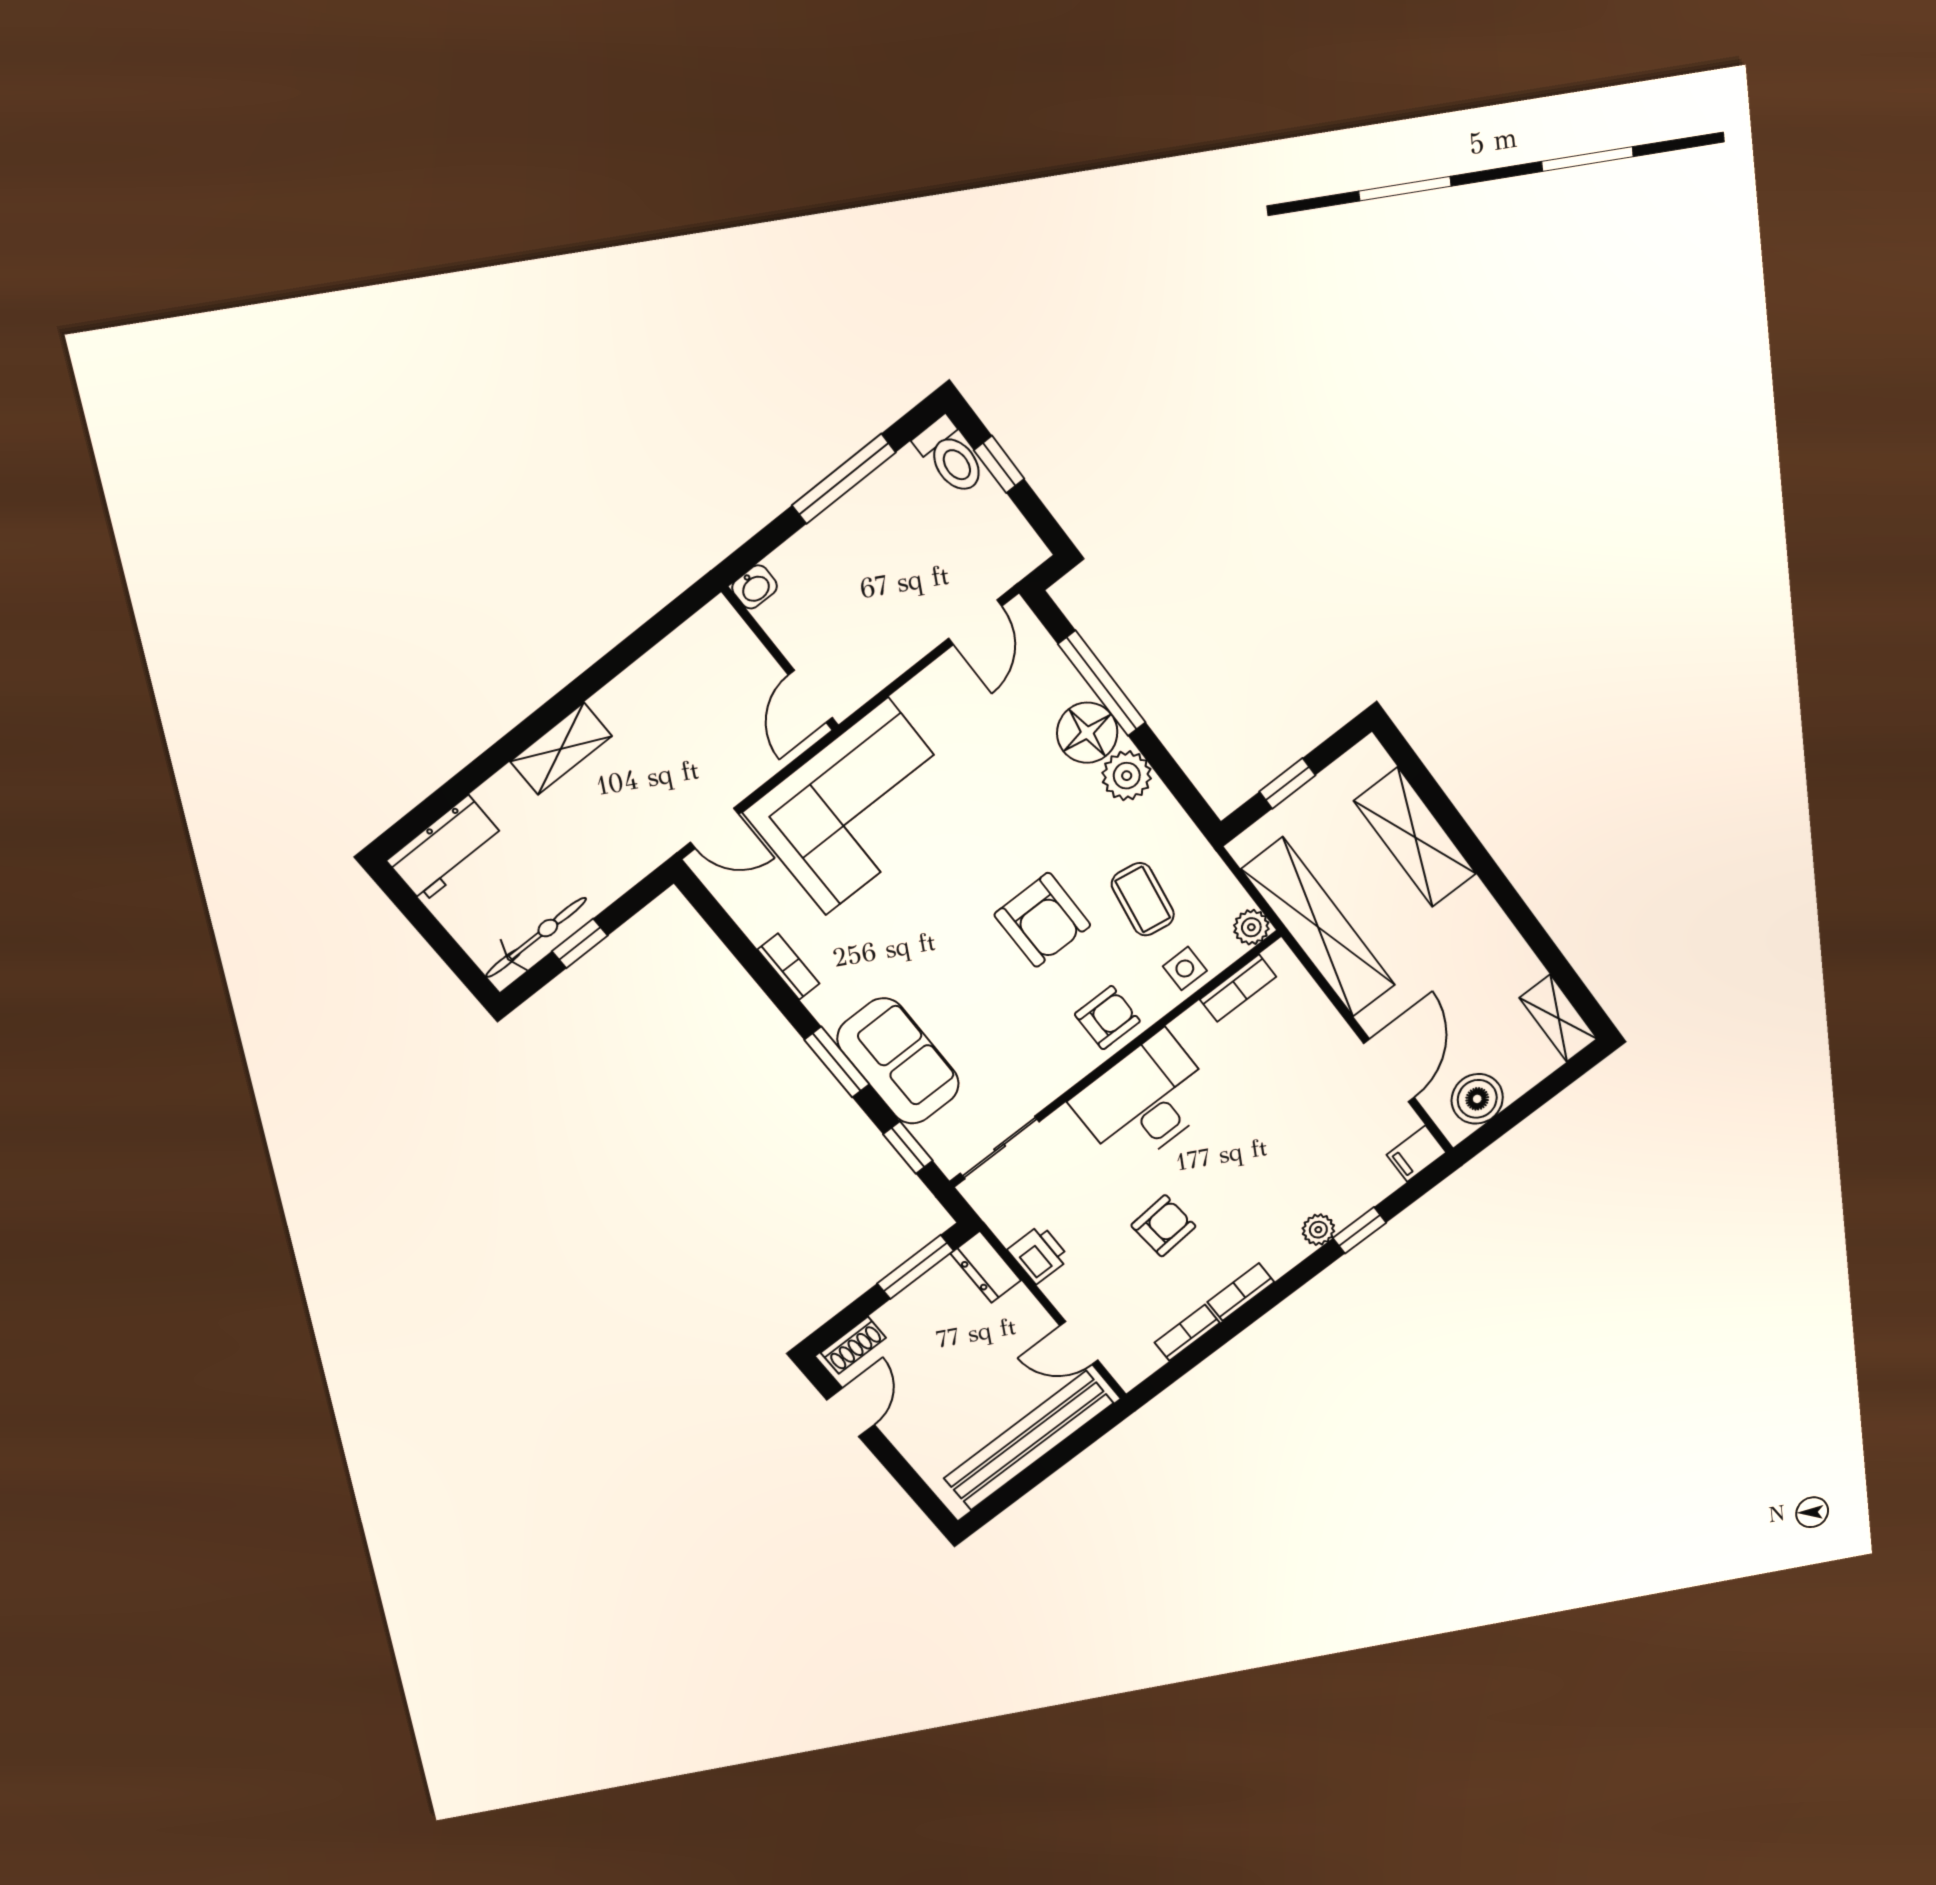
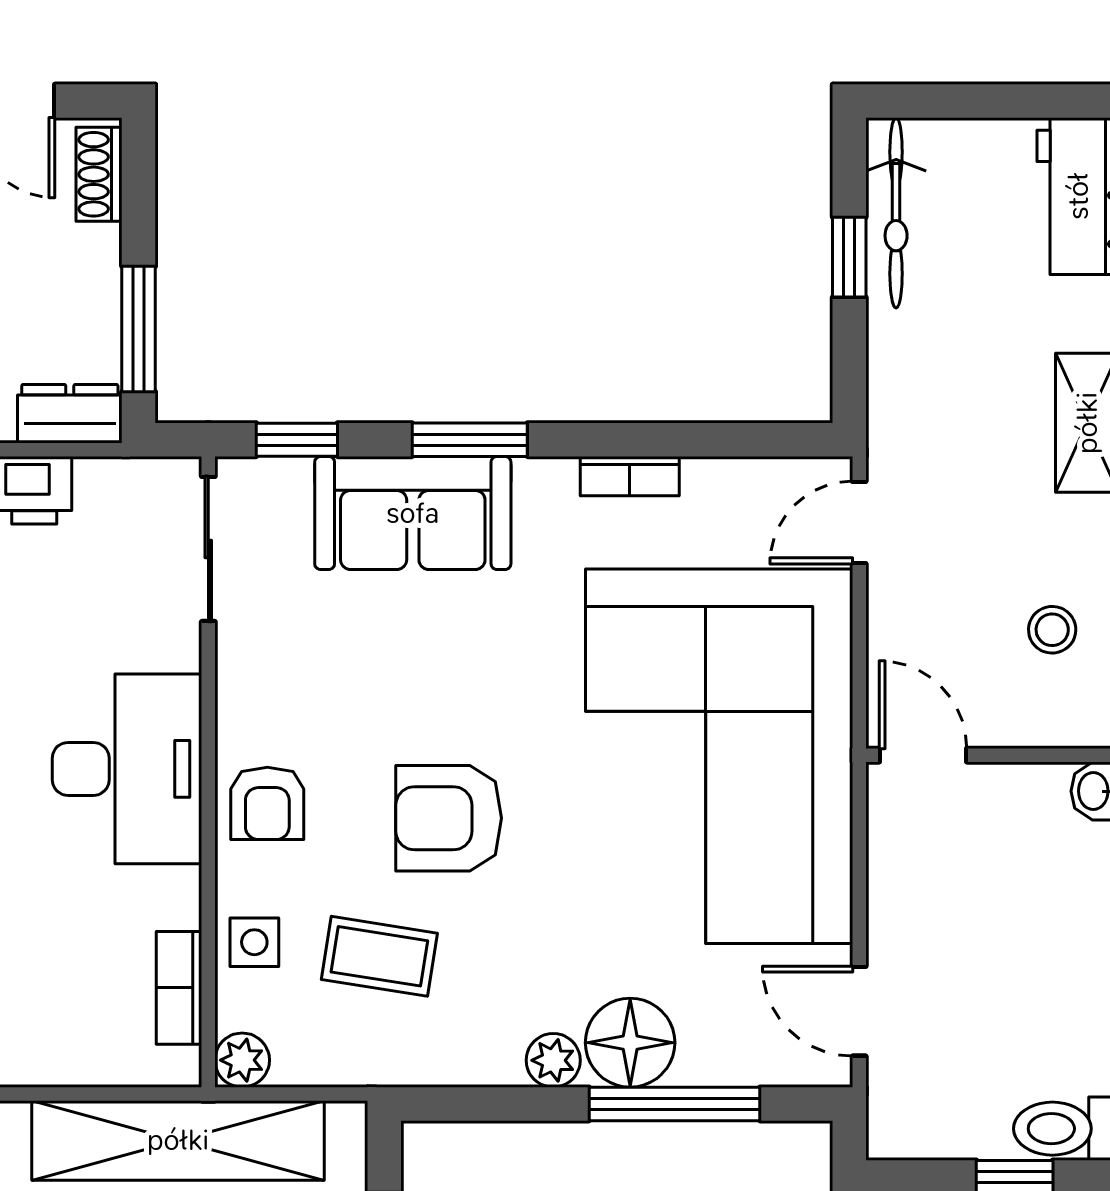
stool: (687, 680) -> (1052, 630), added
plant: (1127, 776) -> (553, 1060), width x0.73, depth x0.73
corner sofa: (857, 807) -> (719, 756), width x1.36, depth x1.36

